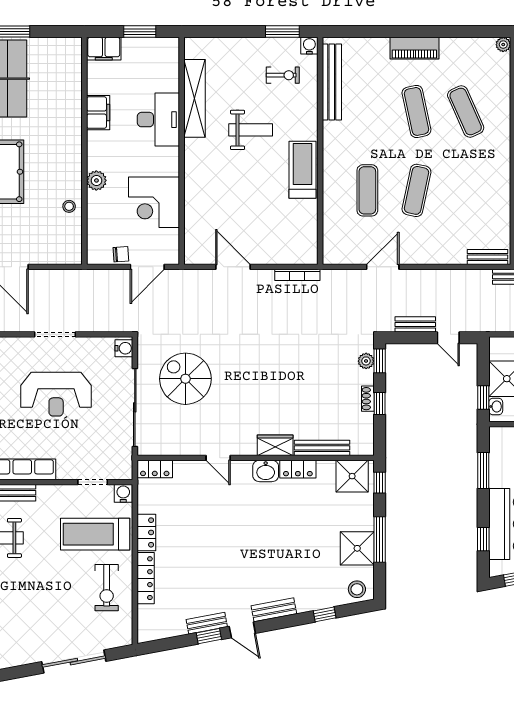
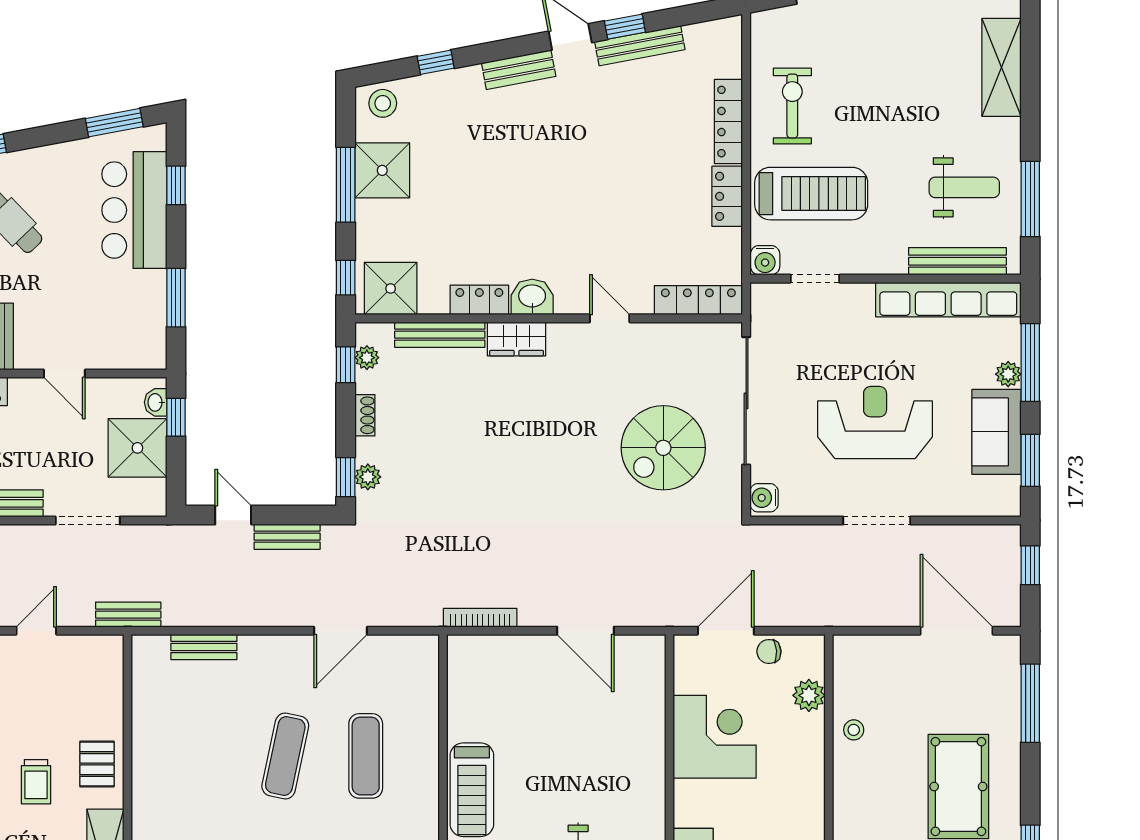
plant: (96, 180) -> (809, 695), moved
bench: (487, 257) -> (204, 647), moved
spiral stairs: (185, 379) -> (663, 448), turned 90
window: (380, 403) -> (346, 365), moved
plant: (367, 434) -> (367, 358), added
locker: (155, 469) -> (698, 300), width x1.53
bench: (207, 623) -> (640, 46), width x1.36

